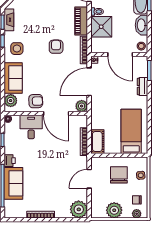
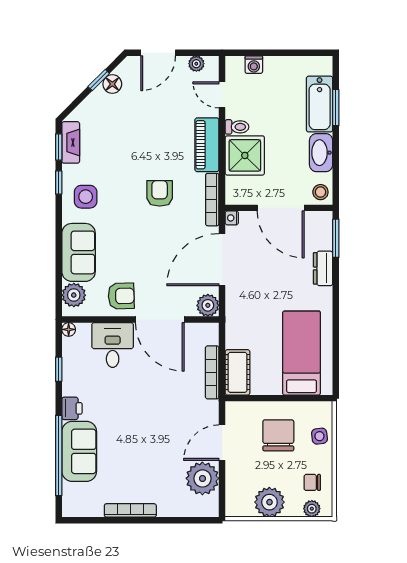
plant: (79, 209) -> (202, 478), moved

